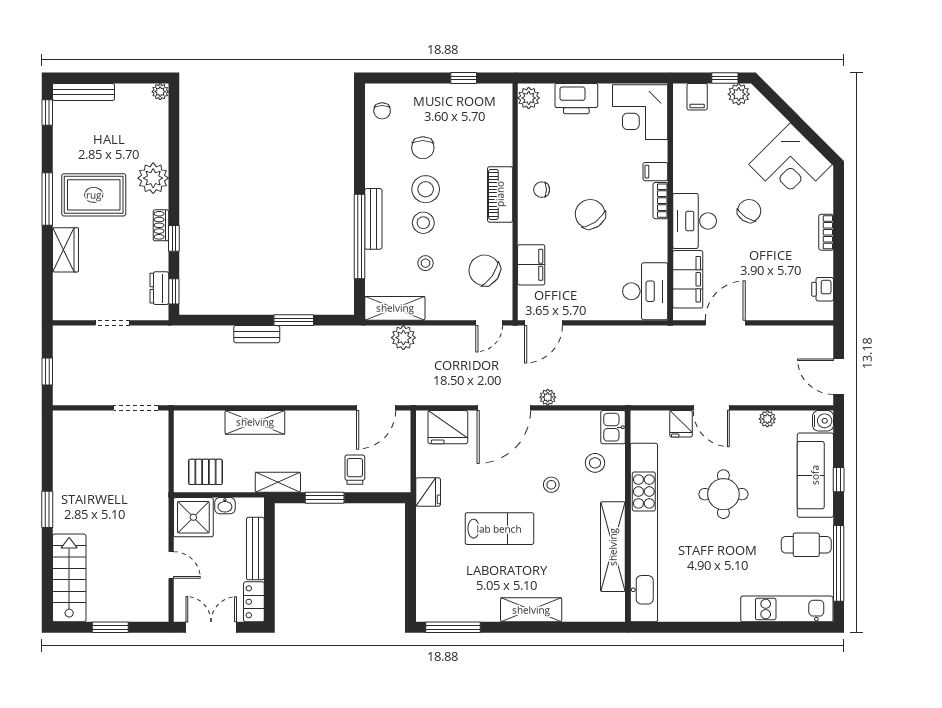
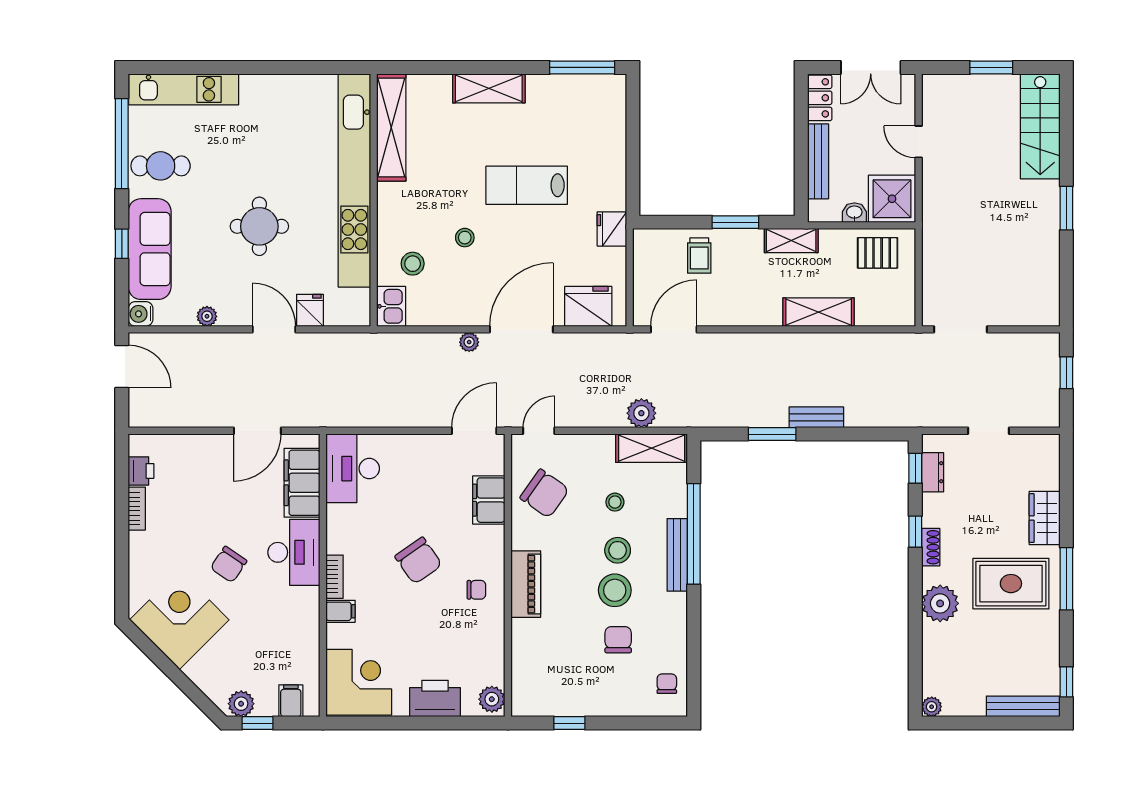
bookcase: (826, 232) -> (137, 509), moved
shelving: (613, 547) -> (391, 127), moved

